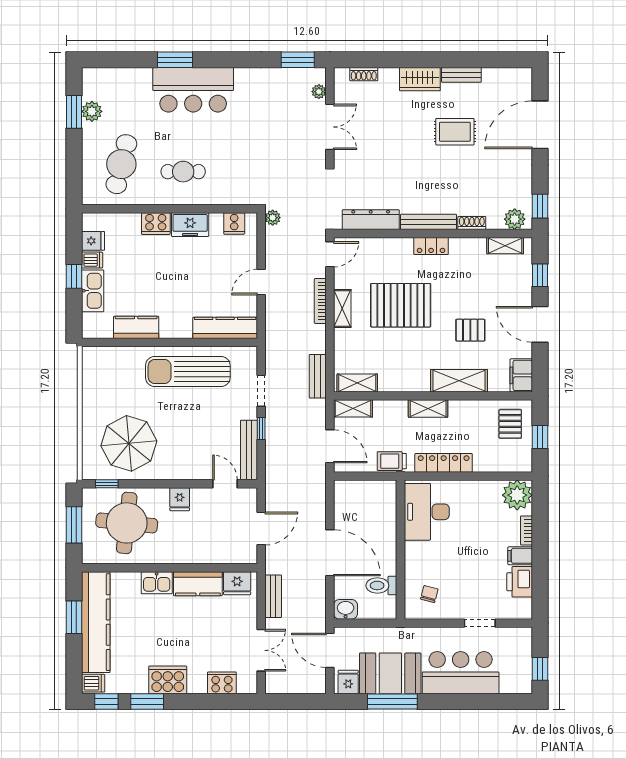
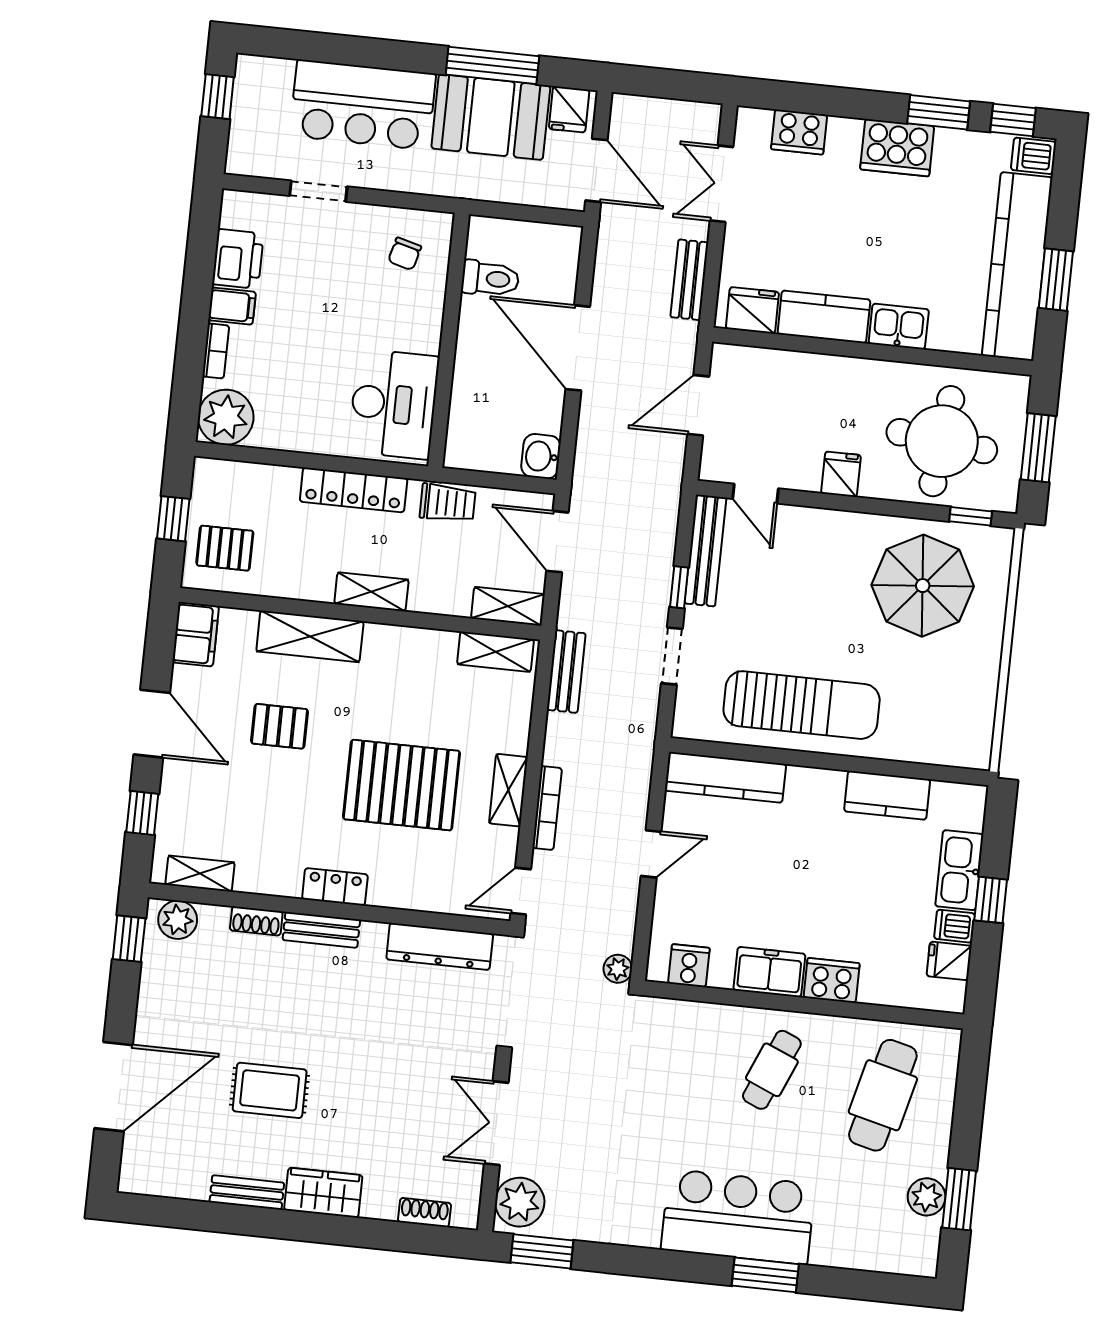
plant: (319, 92) -> (520, 1202), width x1.88, depth x1.88
cafe table: (183, 172) -> (772, 1070), turned -67
bench: (429, 222) -> (321, 930), width x0.73
pallet: (510, 424) -> (225, 548), turned 90
washbasin: (346, 609) -> (541, 456), moved, turned 90

